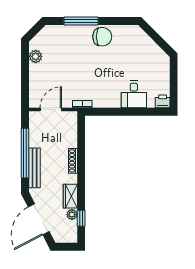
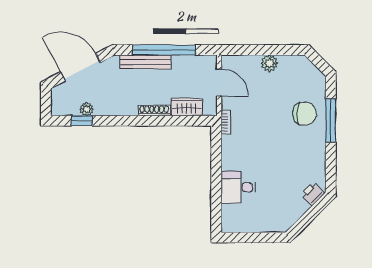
chair: (102, 37) -> (304, 114), moved, turned -90
plant: (36, 56) -> (269, 63), moved
printer: (163, 101) -> (313, 194), moved, turned -135
wardrobe: (70, 196) -> (187, 107), moved

